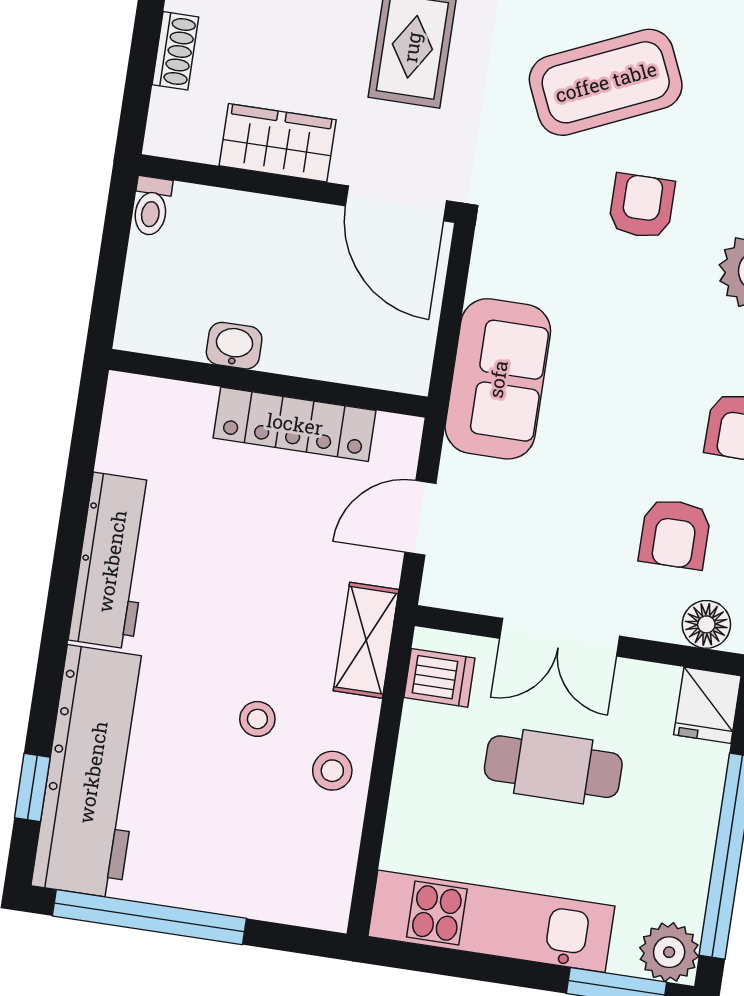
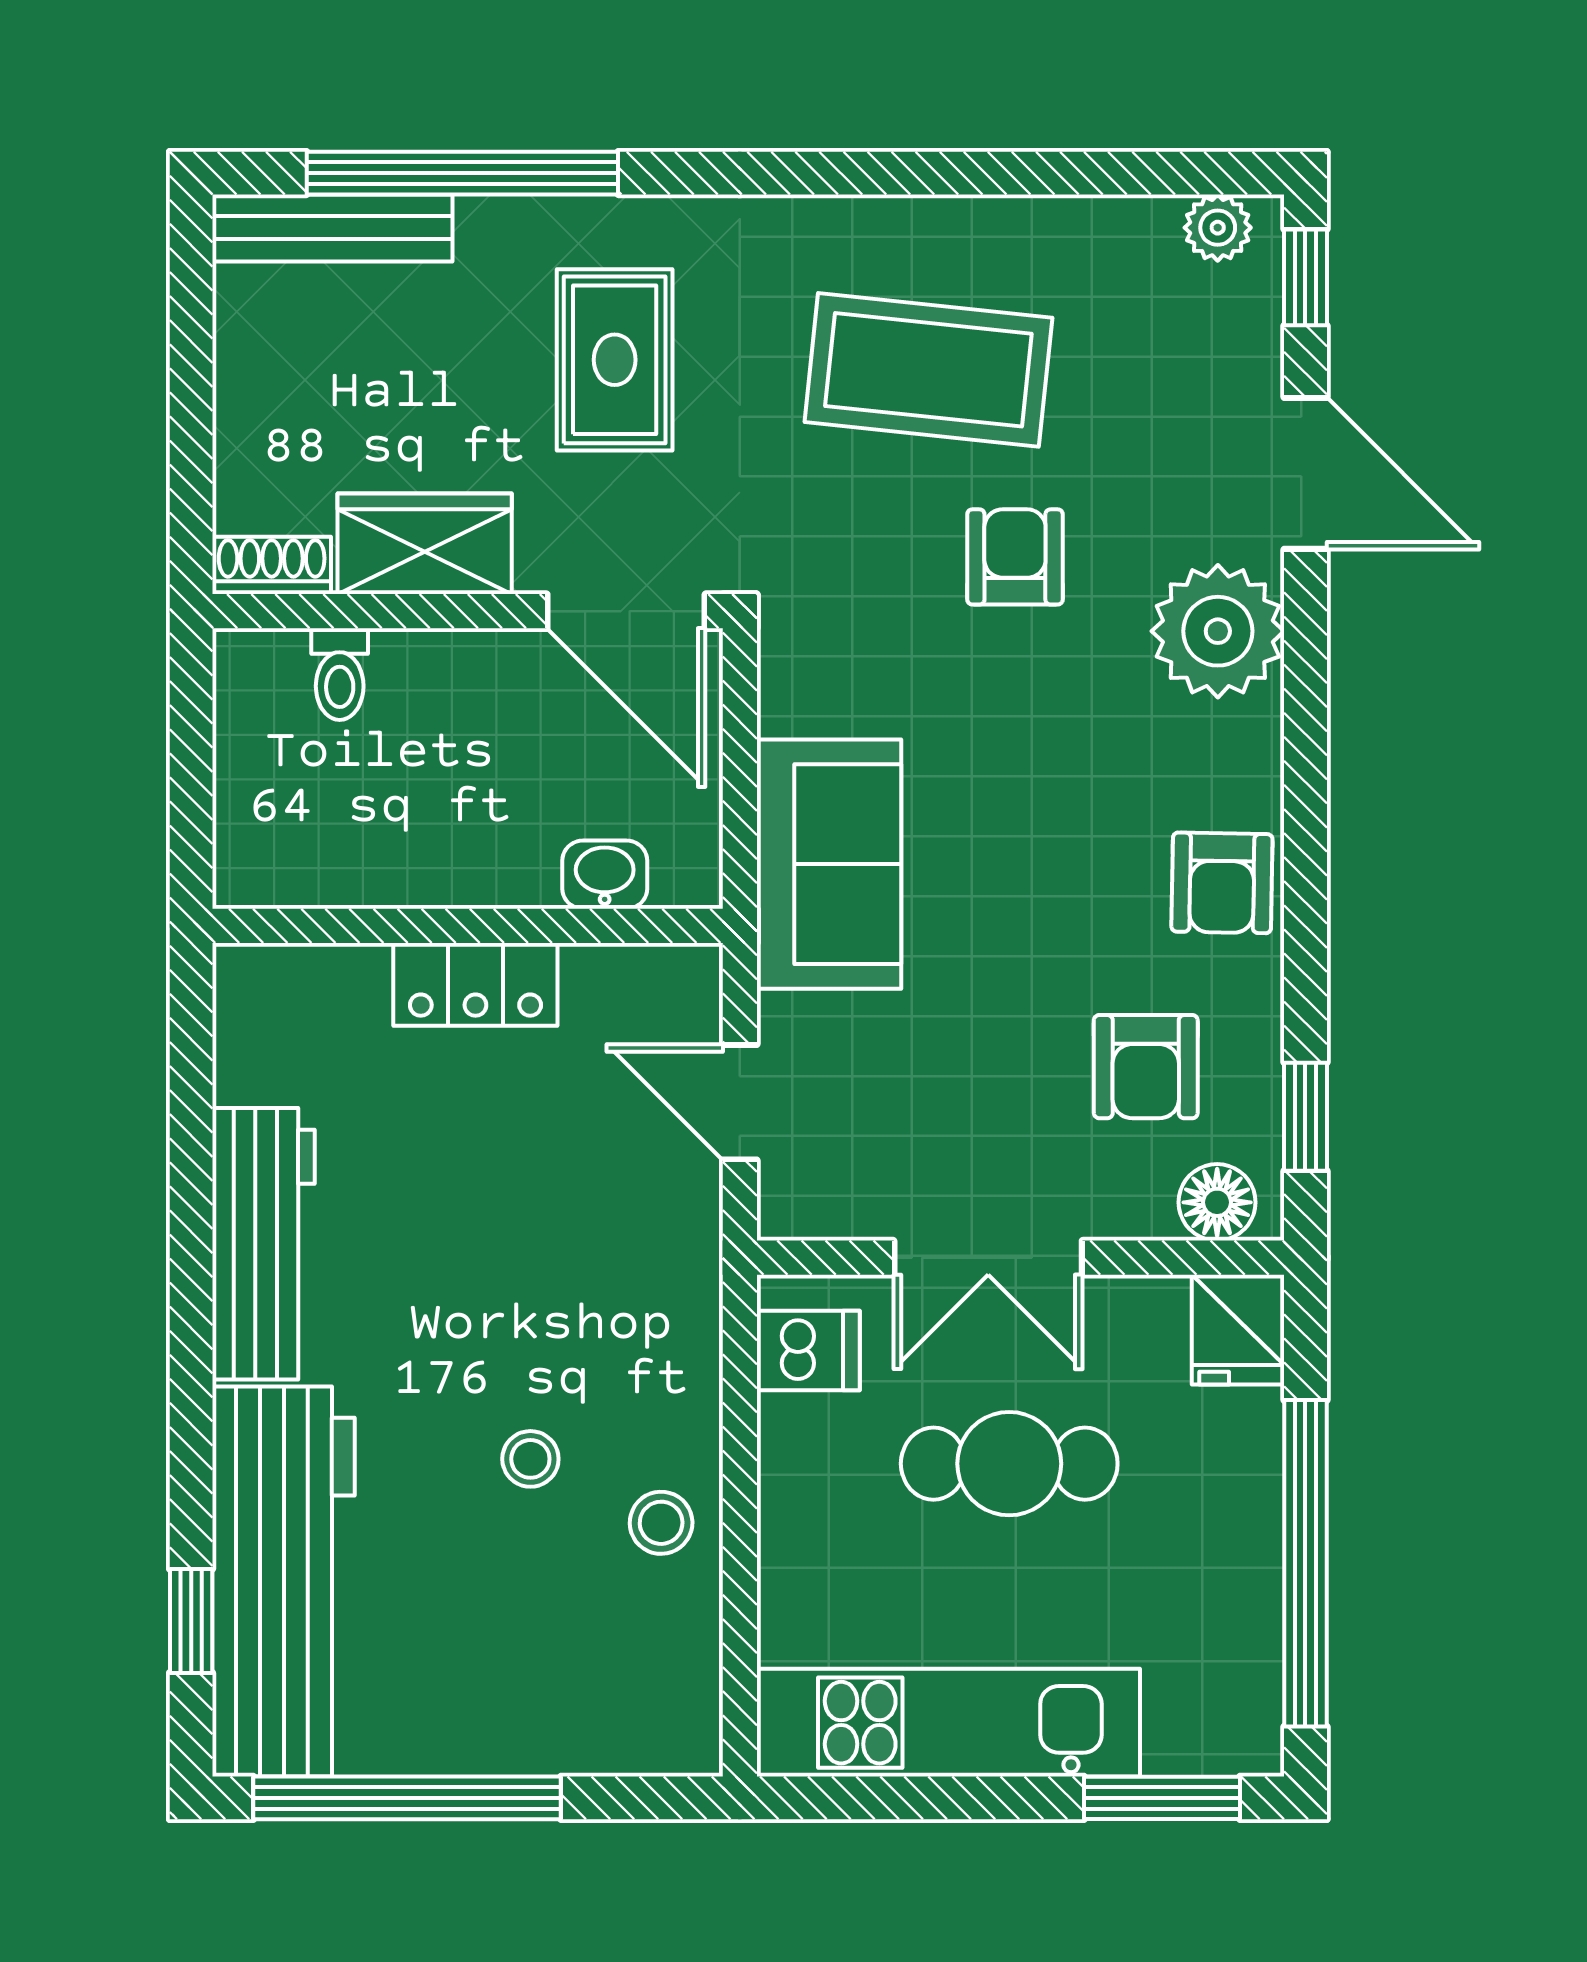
shoe rack: (175, 51) -> (272, 565), moved, turned -90
coffee table: (606, 82) -> (928, 370), turned 30
toilet: (152, 206) -> (340, 674), moved
washbasin: (234, 346) -> (605, 875), moved
locker: (295, 424) -> (475, 984), width x0.66
door: (420, 518) -> (740, 1102), hinge flipped
shelving: (366, 640) -> (683, 1309), removed
plant: (669, 952) -> (1237, 1729), removed

